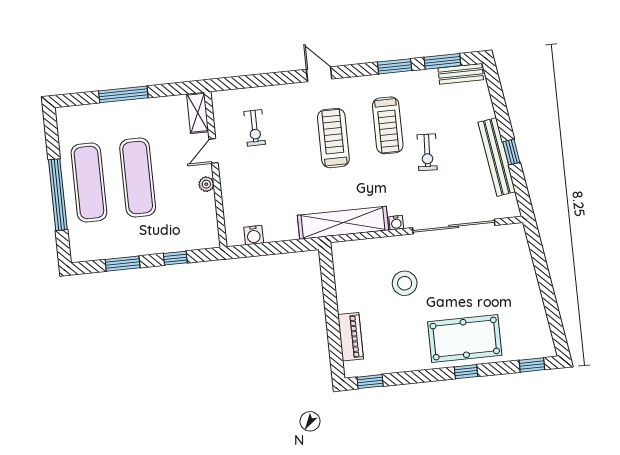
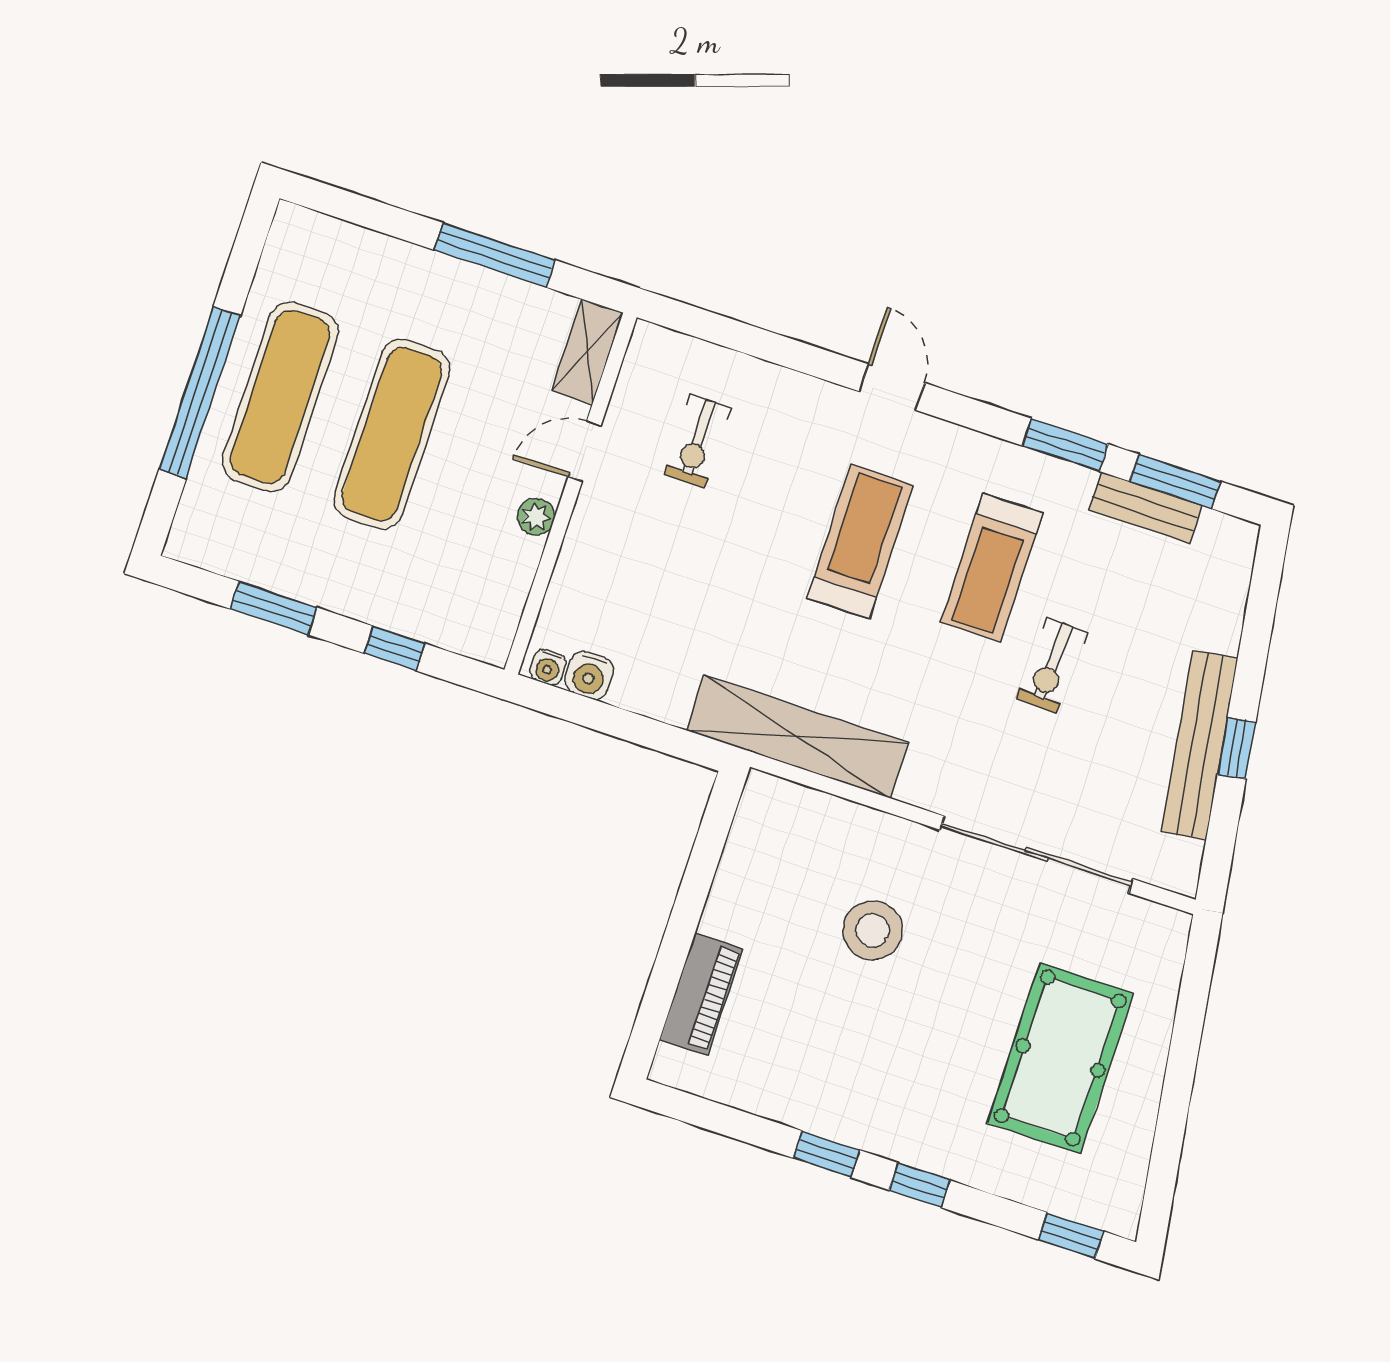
bench: (461, 74) -> (1146, 508), moved
window: (123, 94) -> (495, 255), moved
water cooler: (396, 223) -> (548, 667), moved
pool table: (465, 339) -> (1060, 1058), moved, turned 90
window: (370, 382) -> (826, 1154), moved

